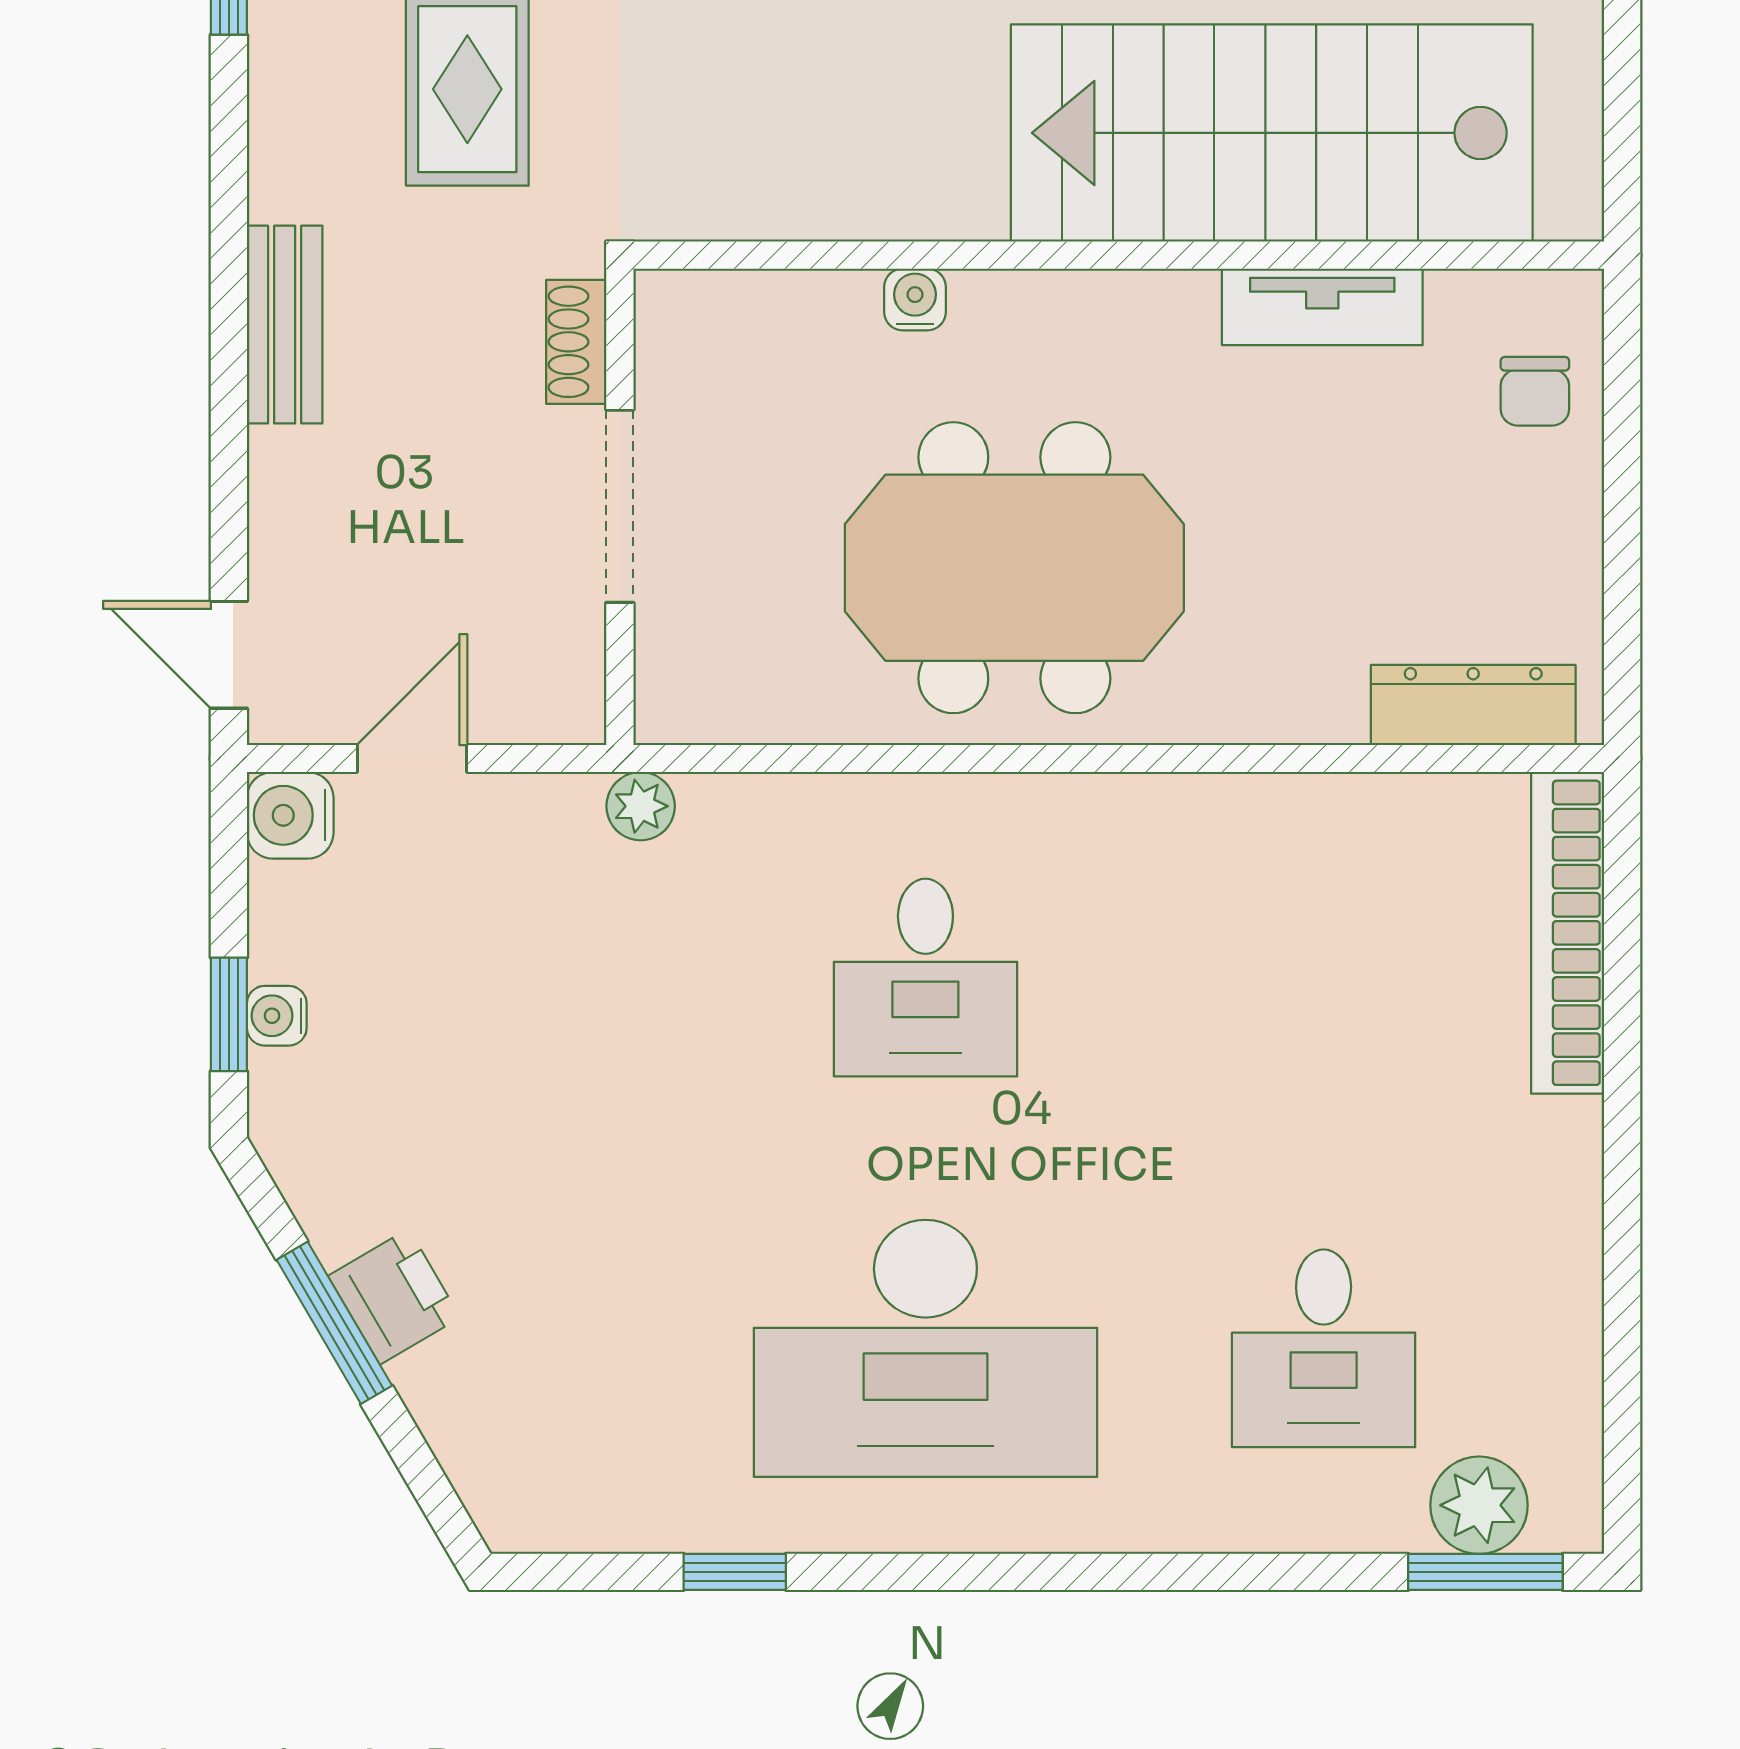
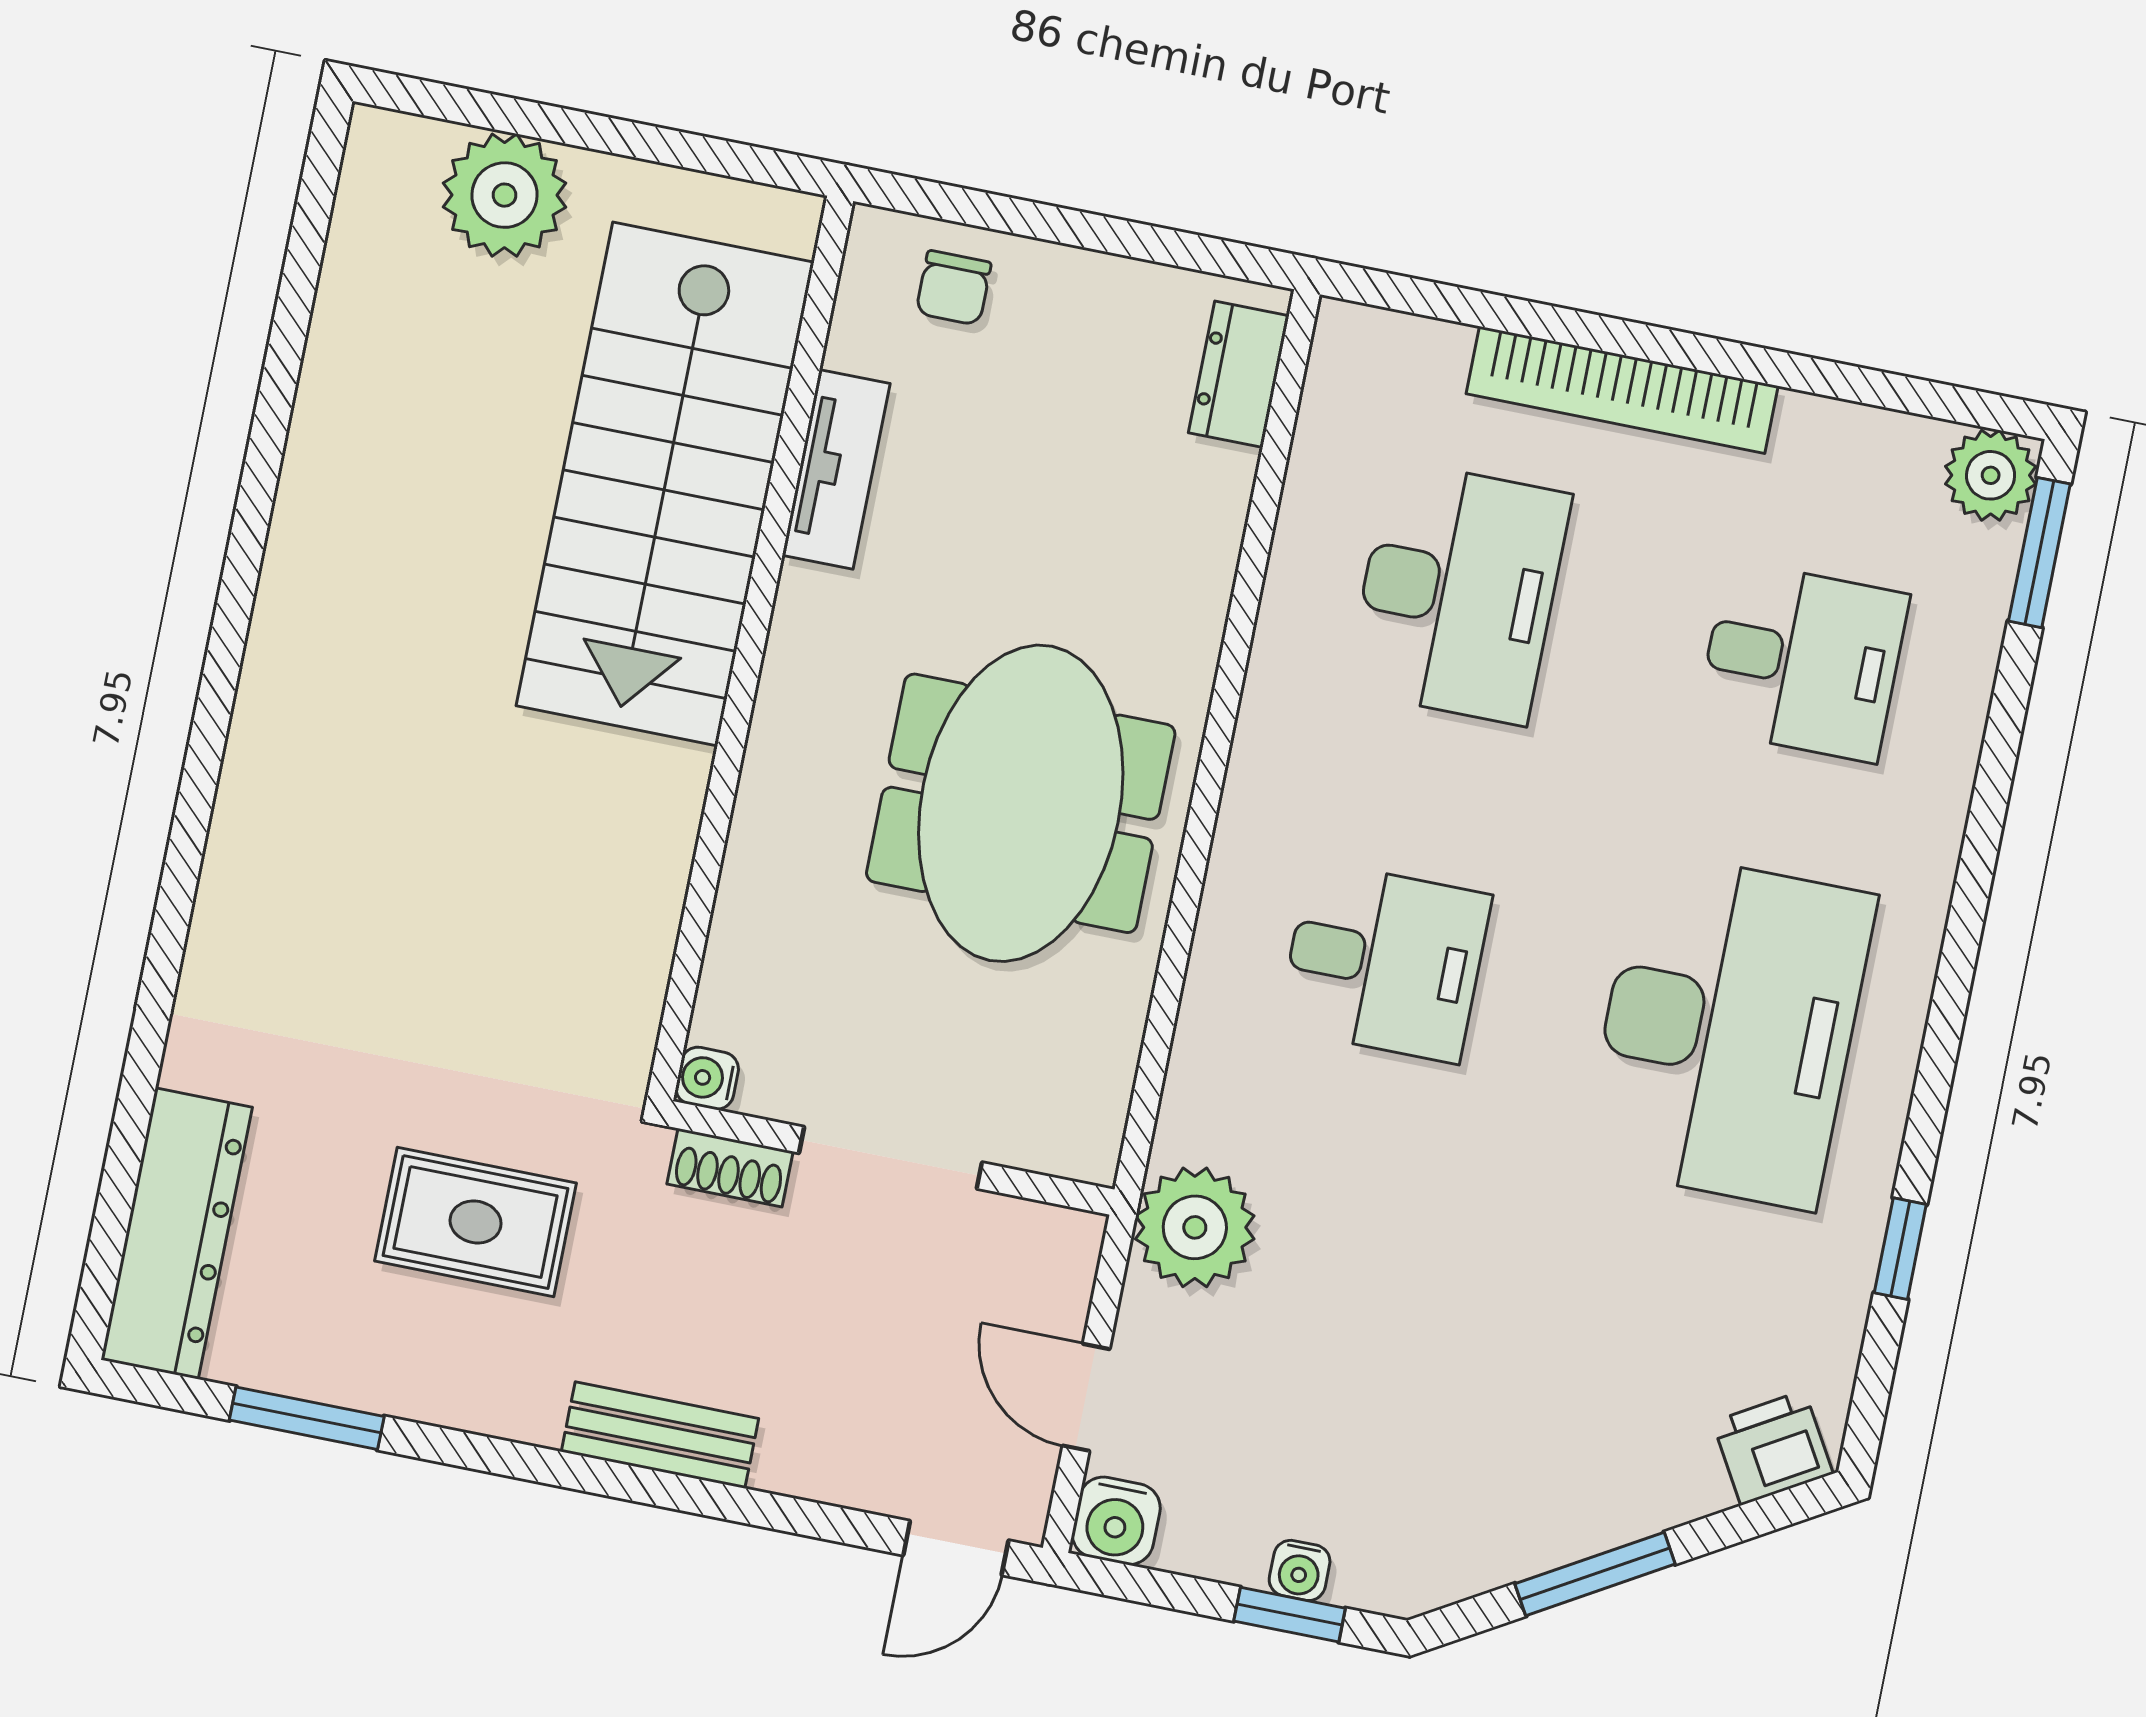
water cooler: (915, 300) -> (707, 1078), moved
chair: (1535, 391) -> (954, 288), turned 90
dresser: (1473, 705) -> (1239, 374), width x0.70
plant: (641, 806) -> (1195, 1227), width x1.88, depth x1.88
bookcase: (1568, 933) -> (1622, 390), moved
desk: (1324, 978) -> (1458, 592), added
printer: (394, 1297) -> (1773, 1448), moved
plant: (1479, 1505) -> (1991, 475), moved

